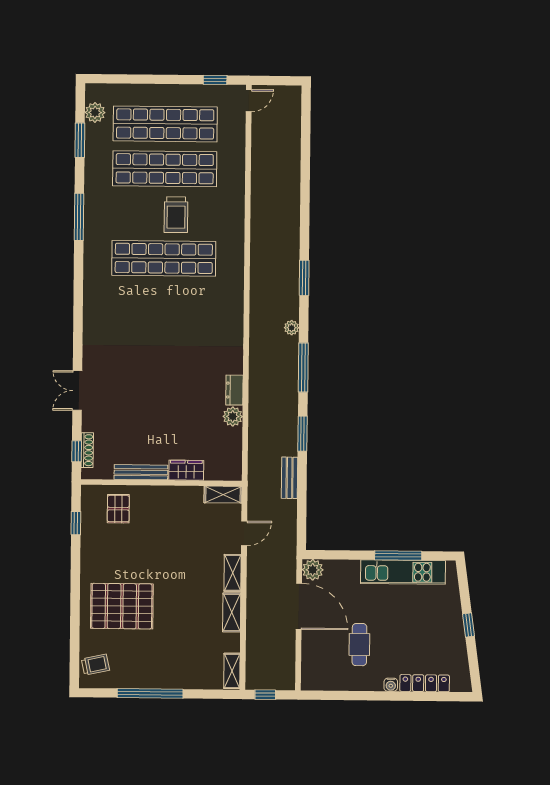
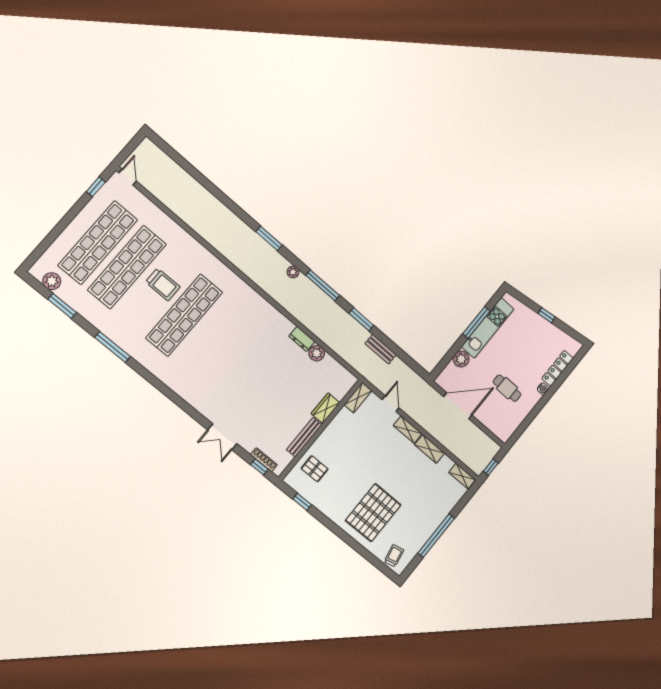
plant: (313, 570) -> (461, 359), moved

